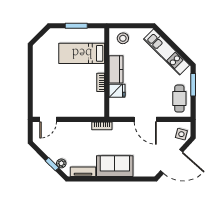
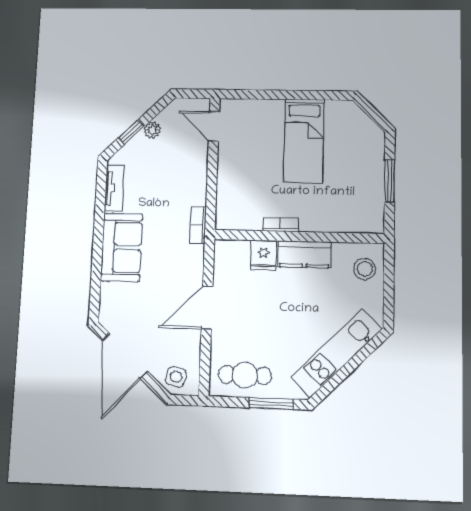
bed: (82, 53) -> (304, 141), moved, turned 180
plant: (61, 163) -> (152, 130), moved

